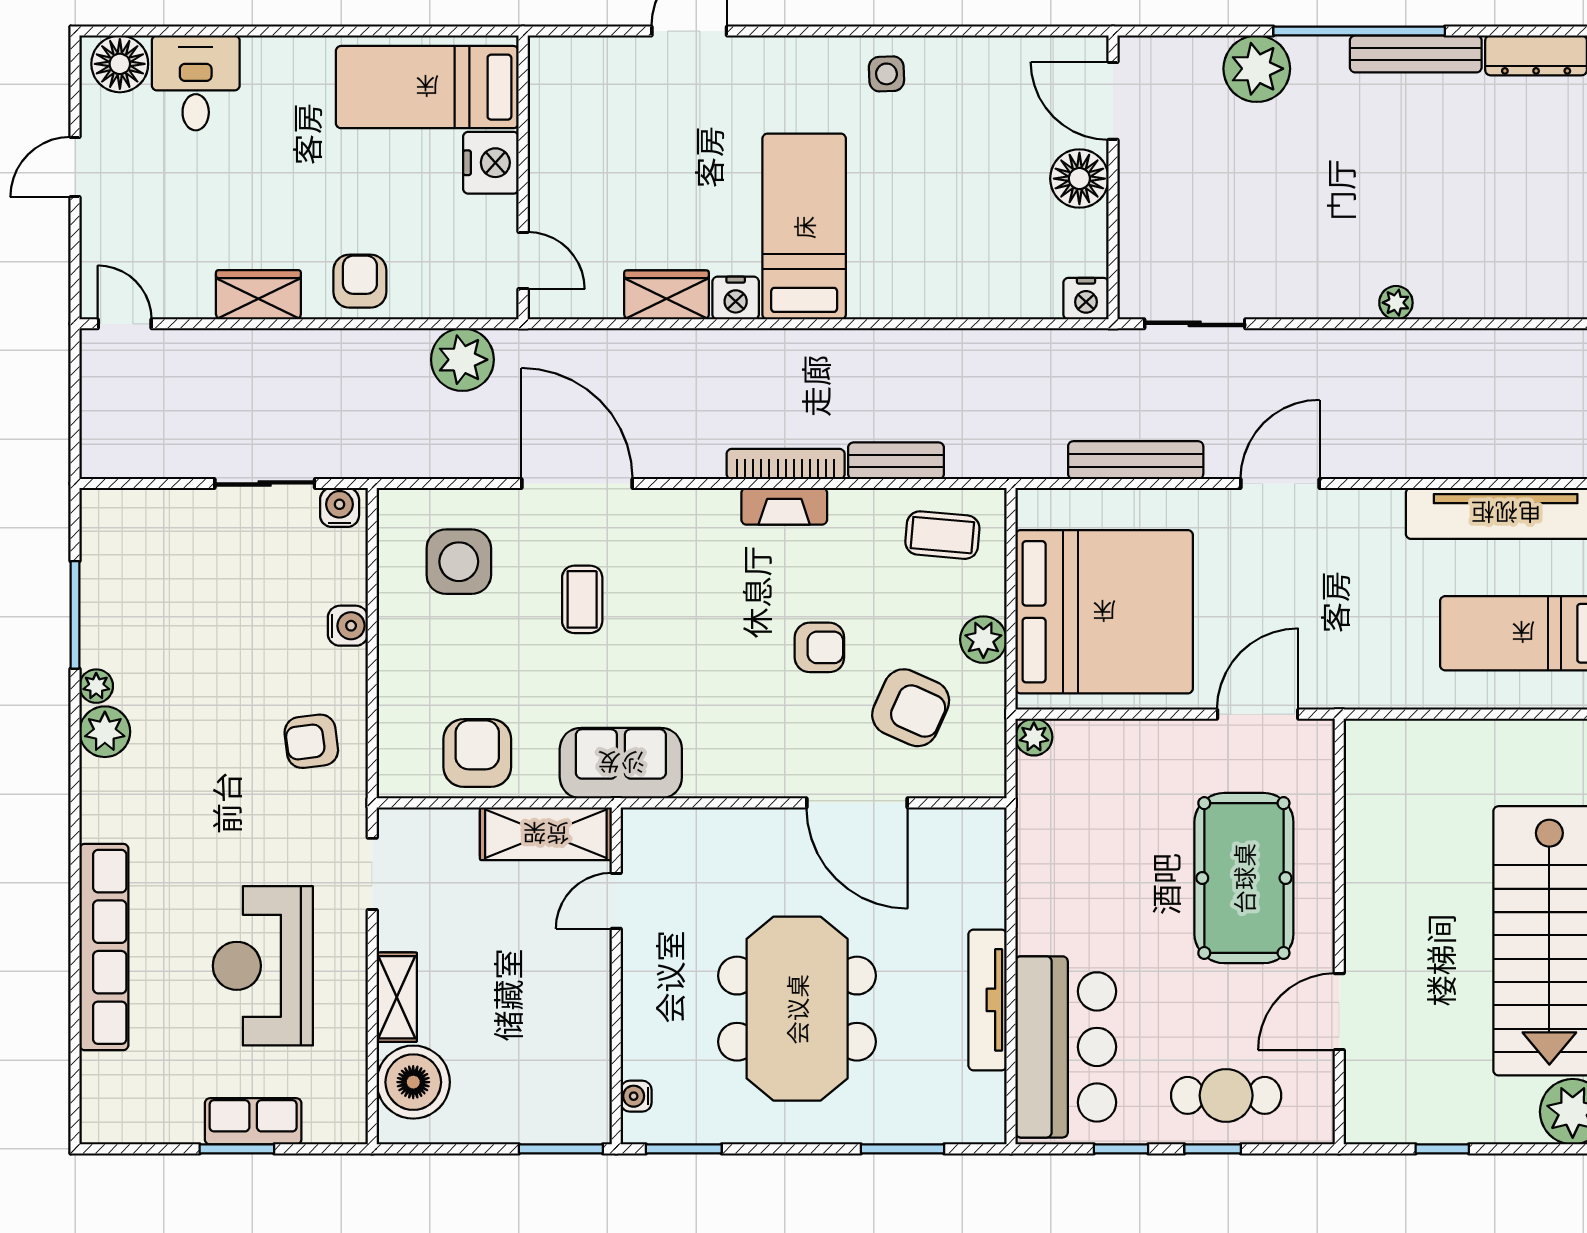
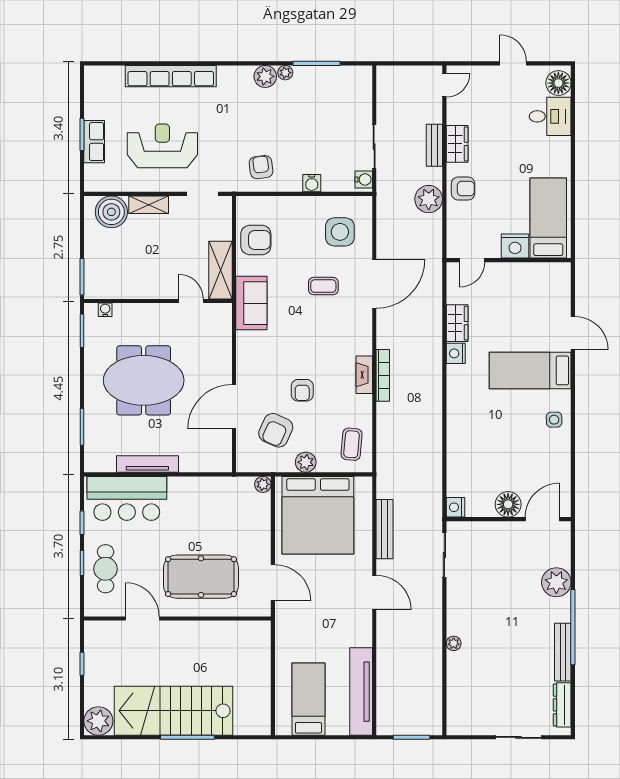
bed: (804, 227) -> (530, 370), moved, turned 180
plant: (462, 360) -> (429, 199), moved
bench: (896, 461) -> (434, 145), moved

